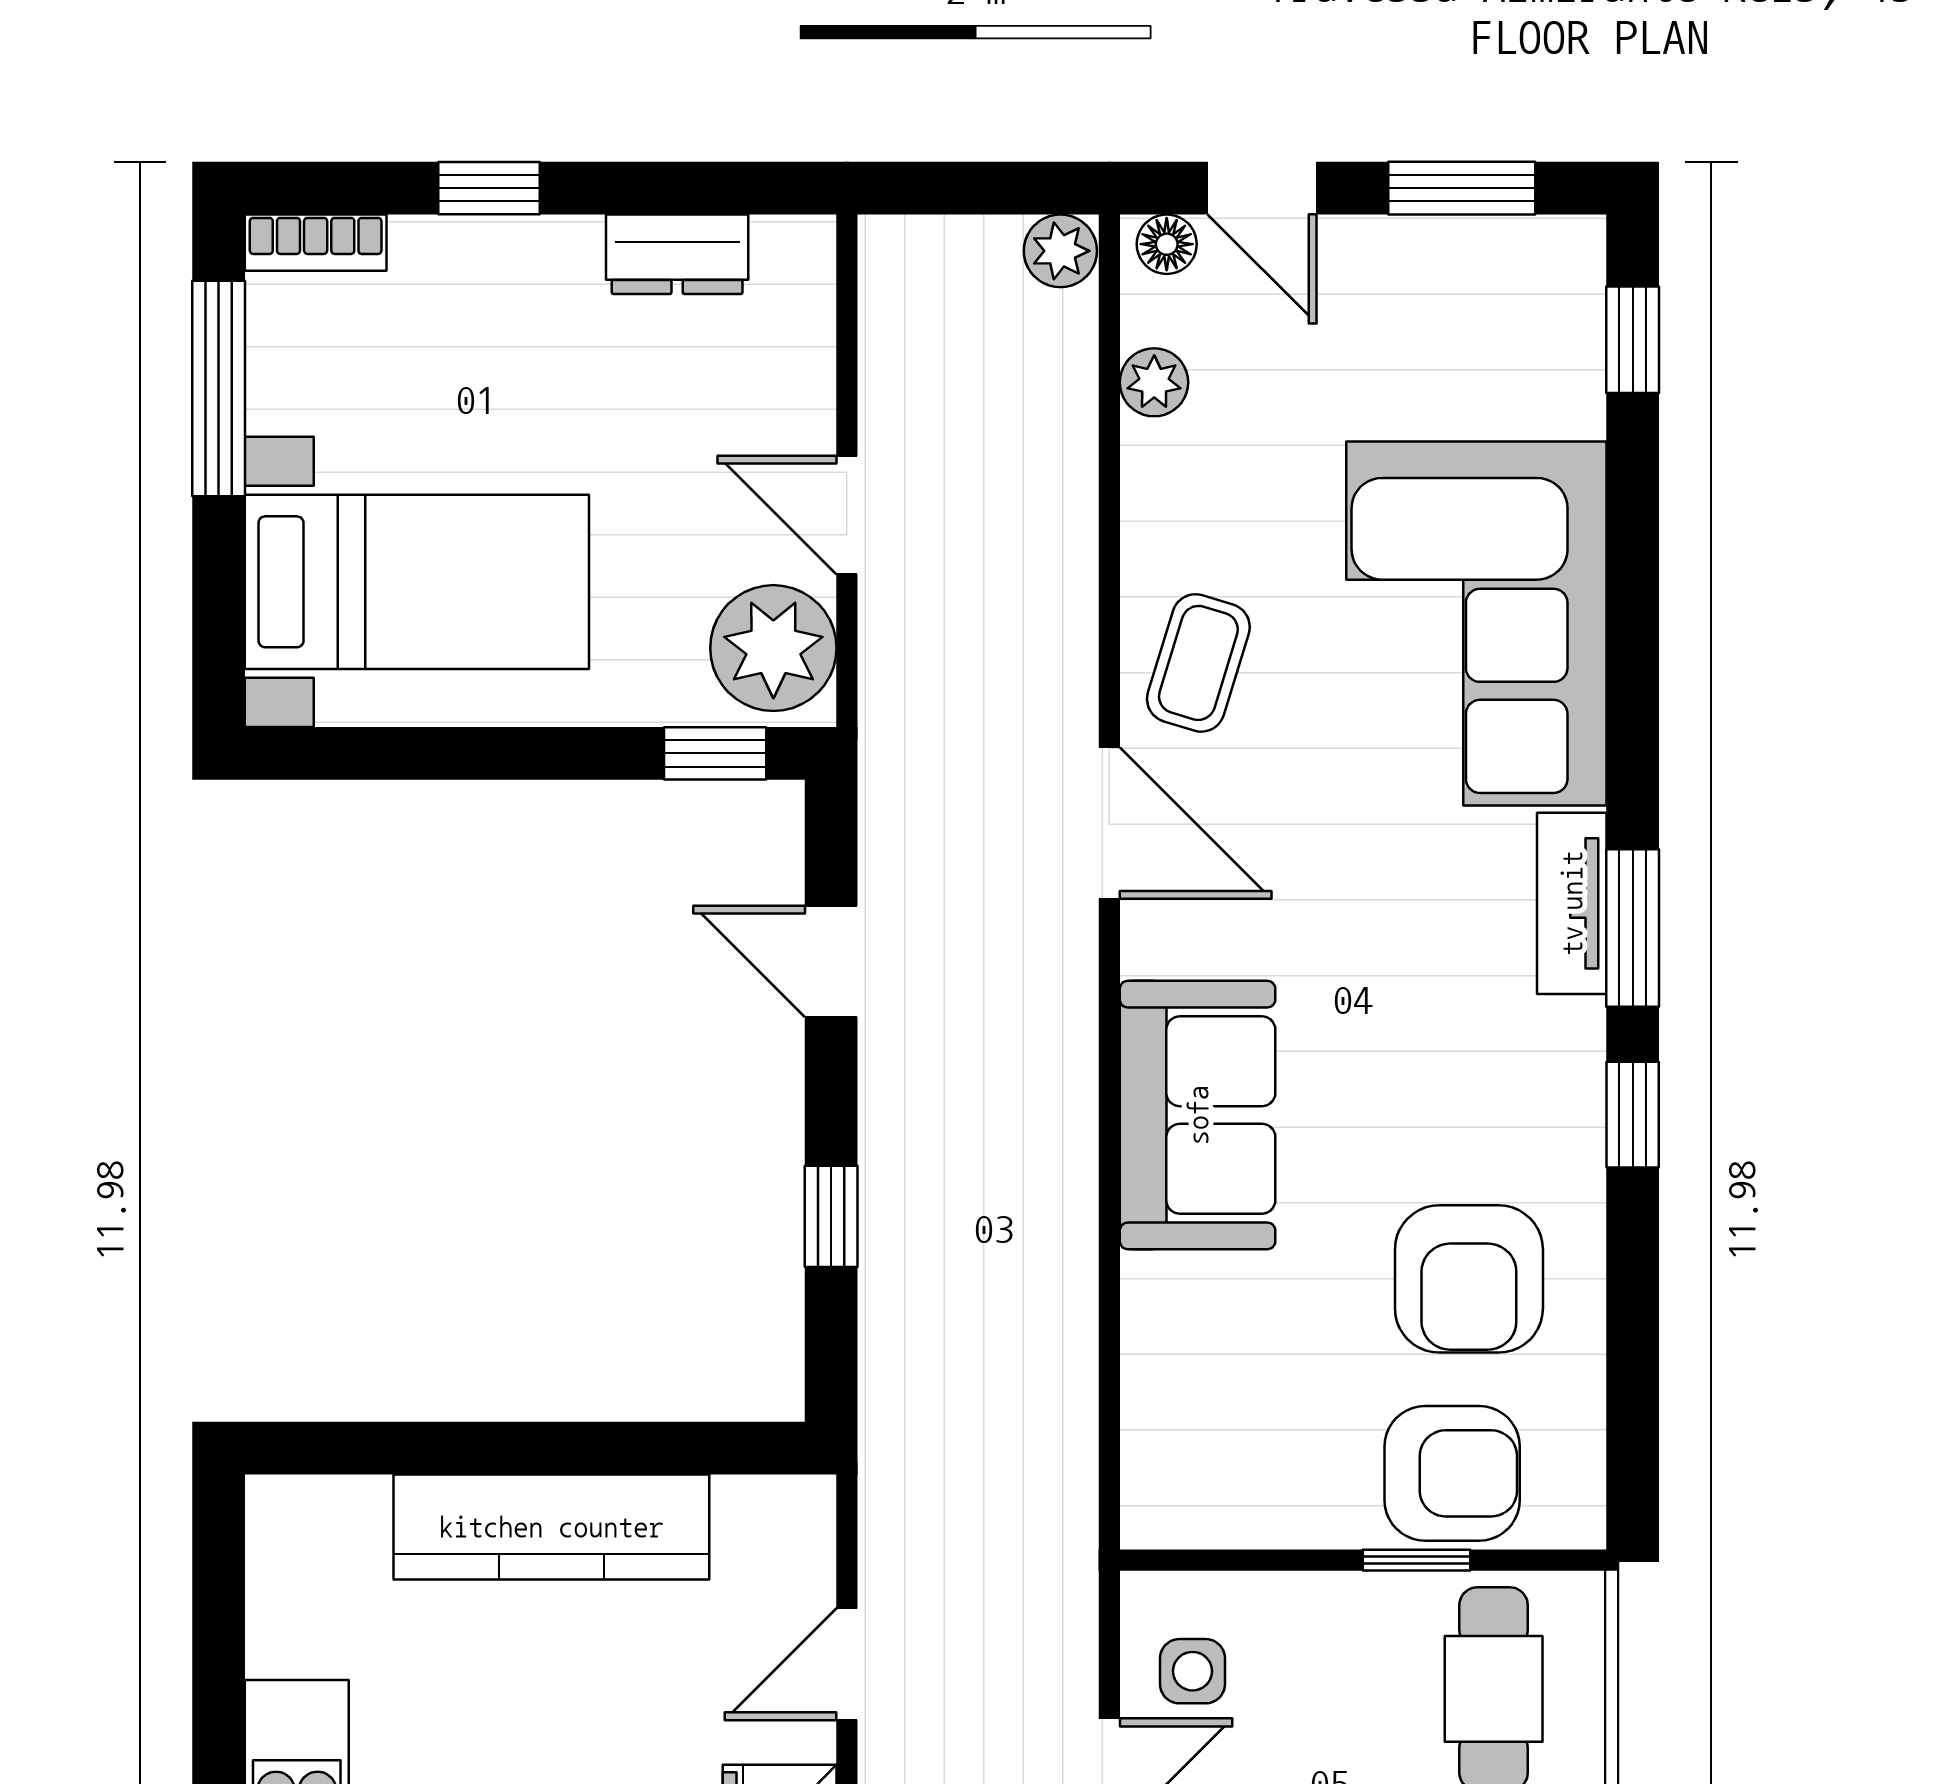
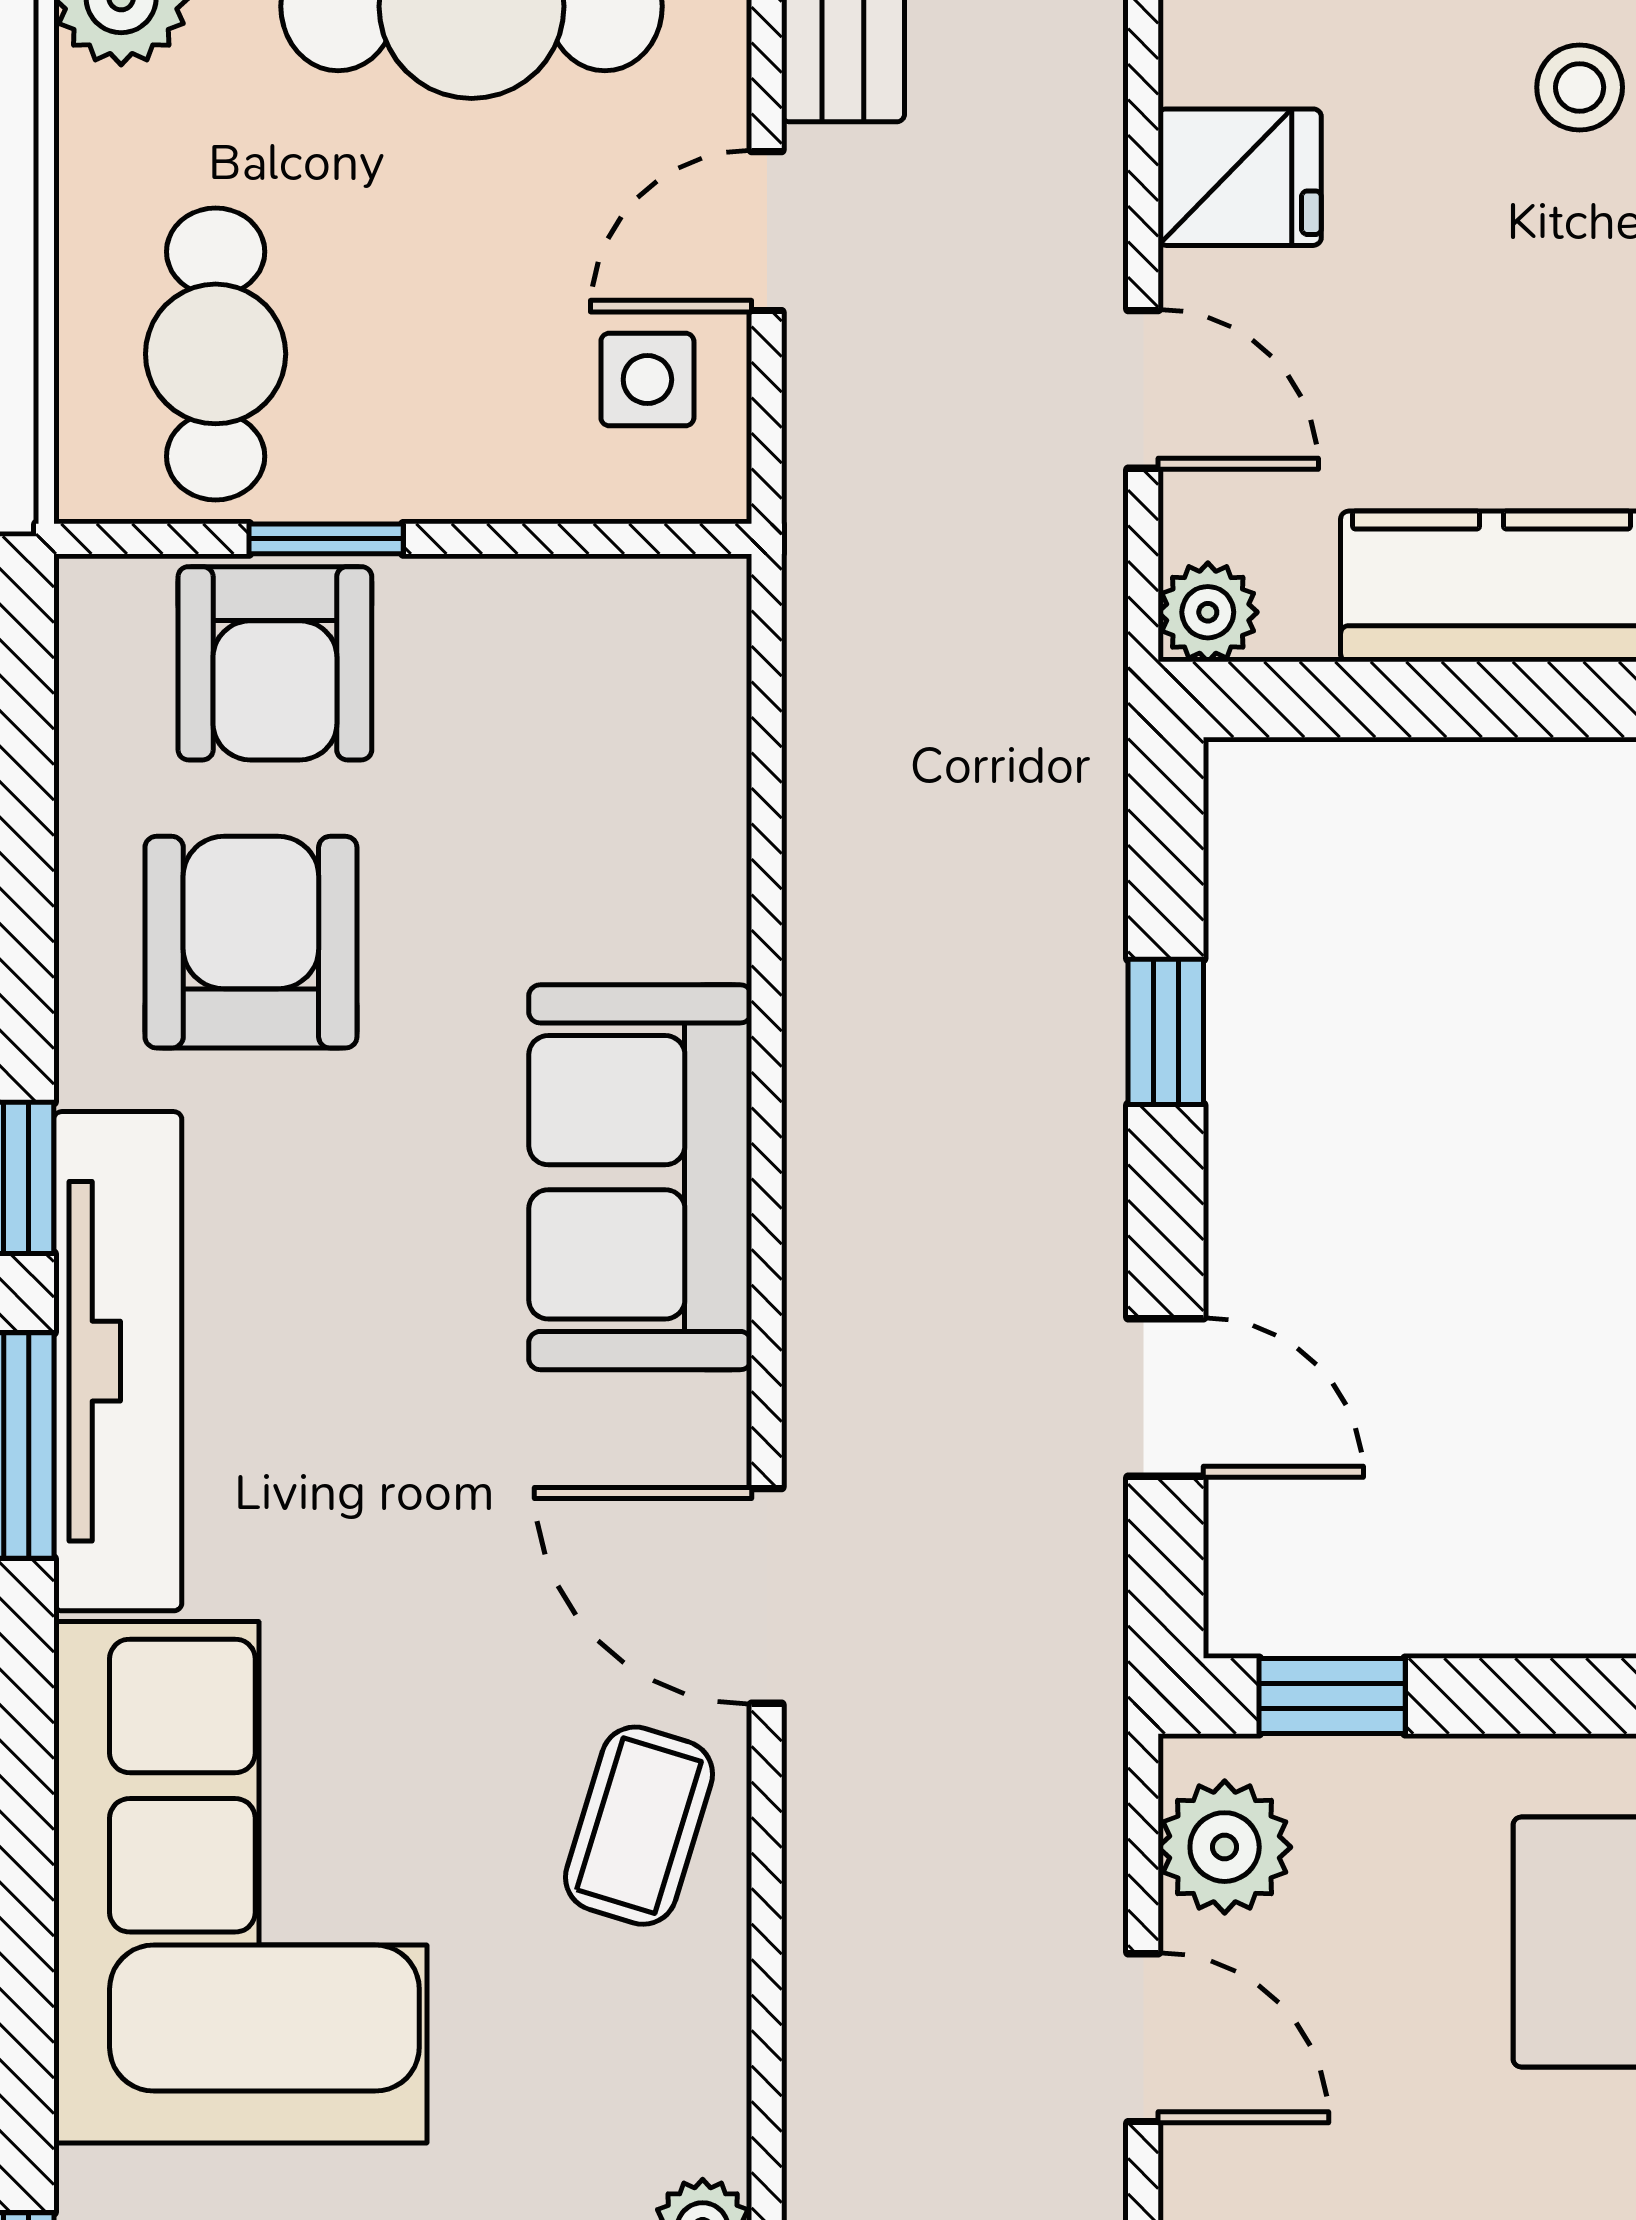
plant: (773, 648) -> (1225, 1847), width x0.73, depth x0.73
tv unit: (1572, 903) -> (118, 1361), width x1.92, depth x1.29
armchair: (1452, 1473) -> (275, 663), turned -90
plant: (802, 1509) -> (1208, 612), added
door: (847, 1664) -> (1143, 389), hinge flipped

